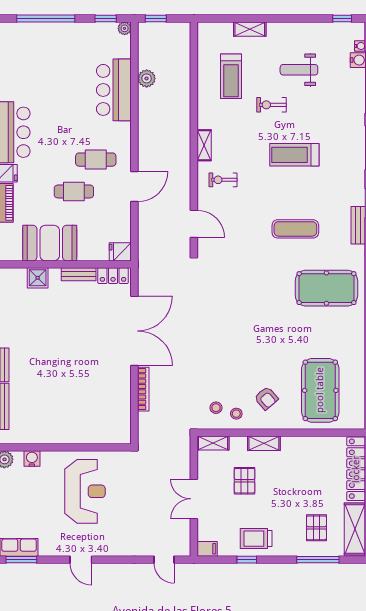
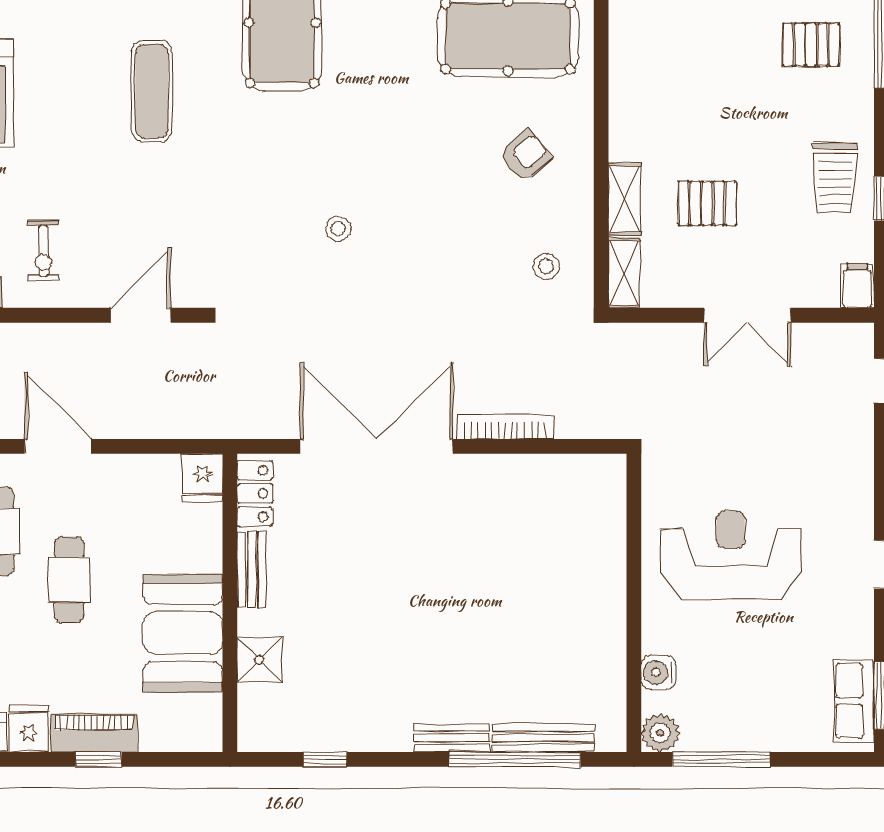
stool: (236, 414) -> (338, 229), moved
shelving: (264, 443) -> (625, 199), moved

